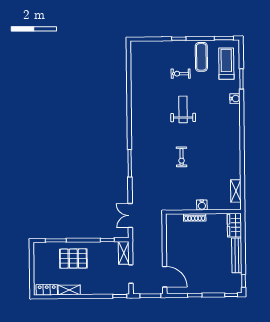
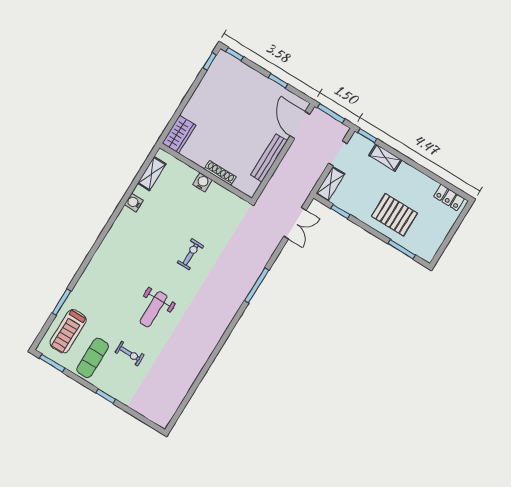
water cooler: (235, 99) -> (134, 202), moved
bench: (237, 255) -> (269, 158), moved
shelving: (69, 290) -> (385, 158), moved

